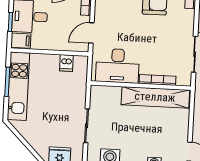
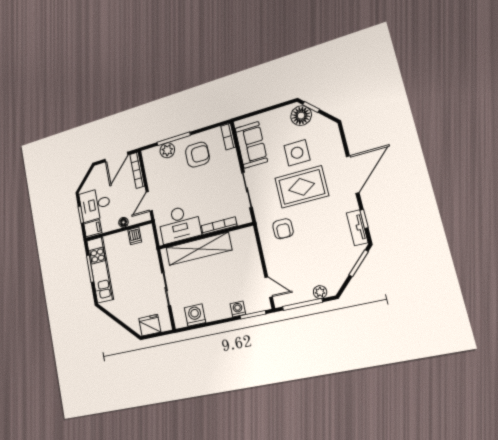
floor lamp: (57, 45) -> (123, 222), added
shelving: (155, 97) -> (199, 249), moved

